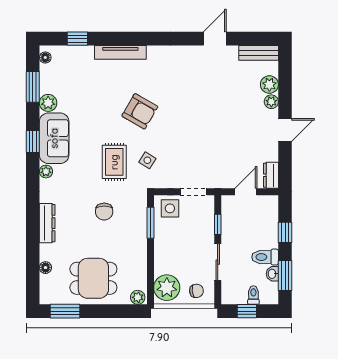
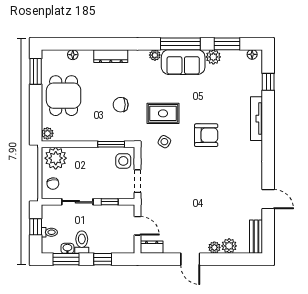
armchair: (140, 111) -> (206, 135), turned -120
window: (33, 142) -> (180, 44), width x2.17

